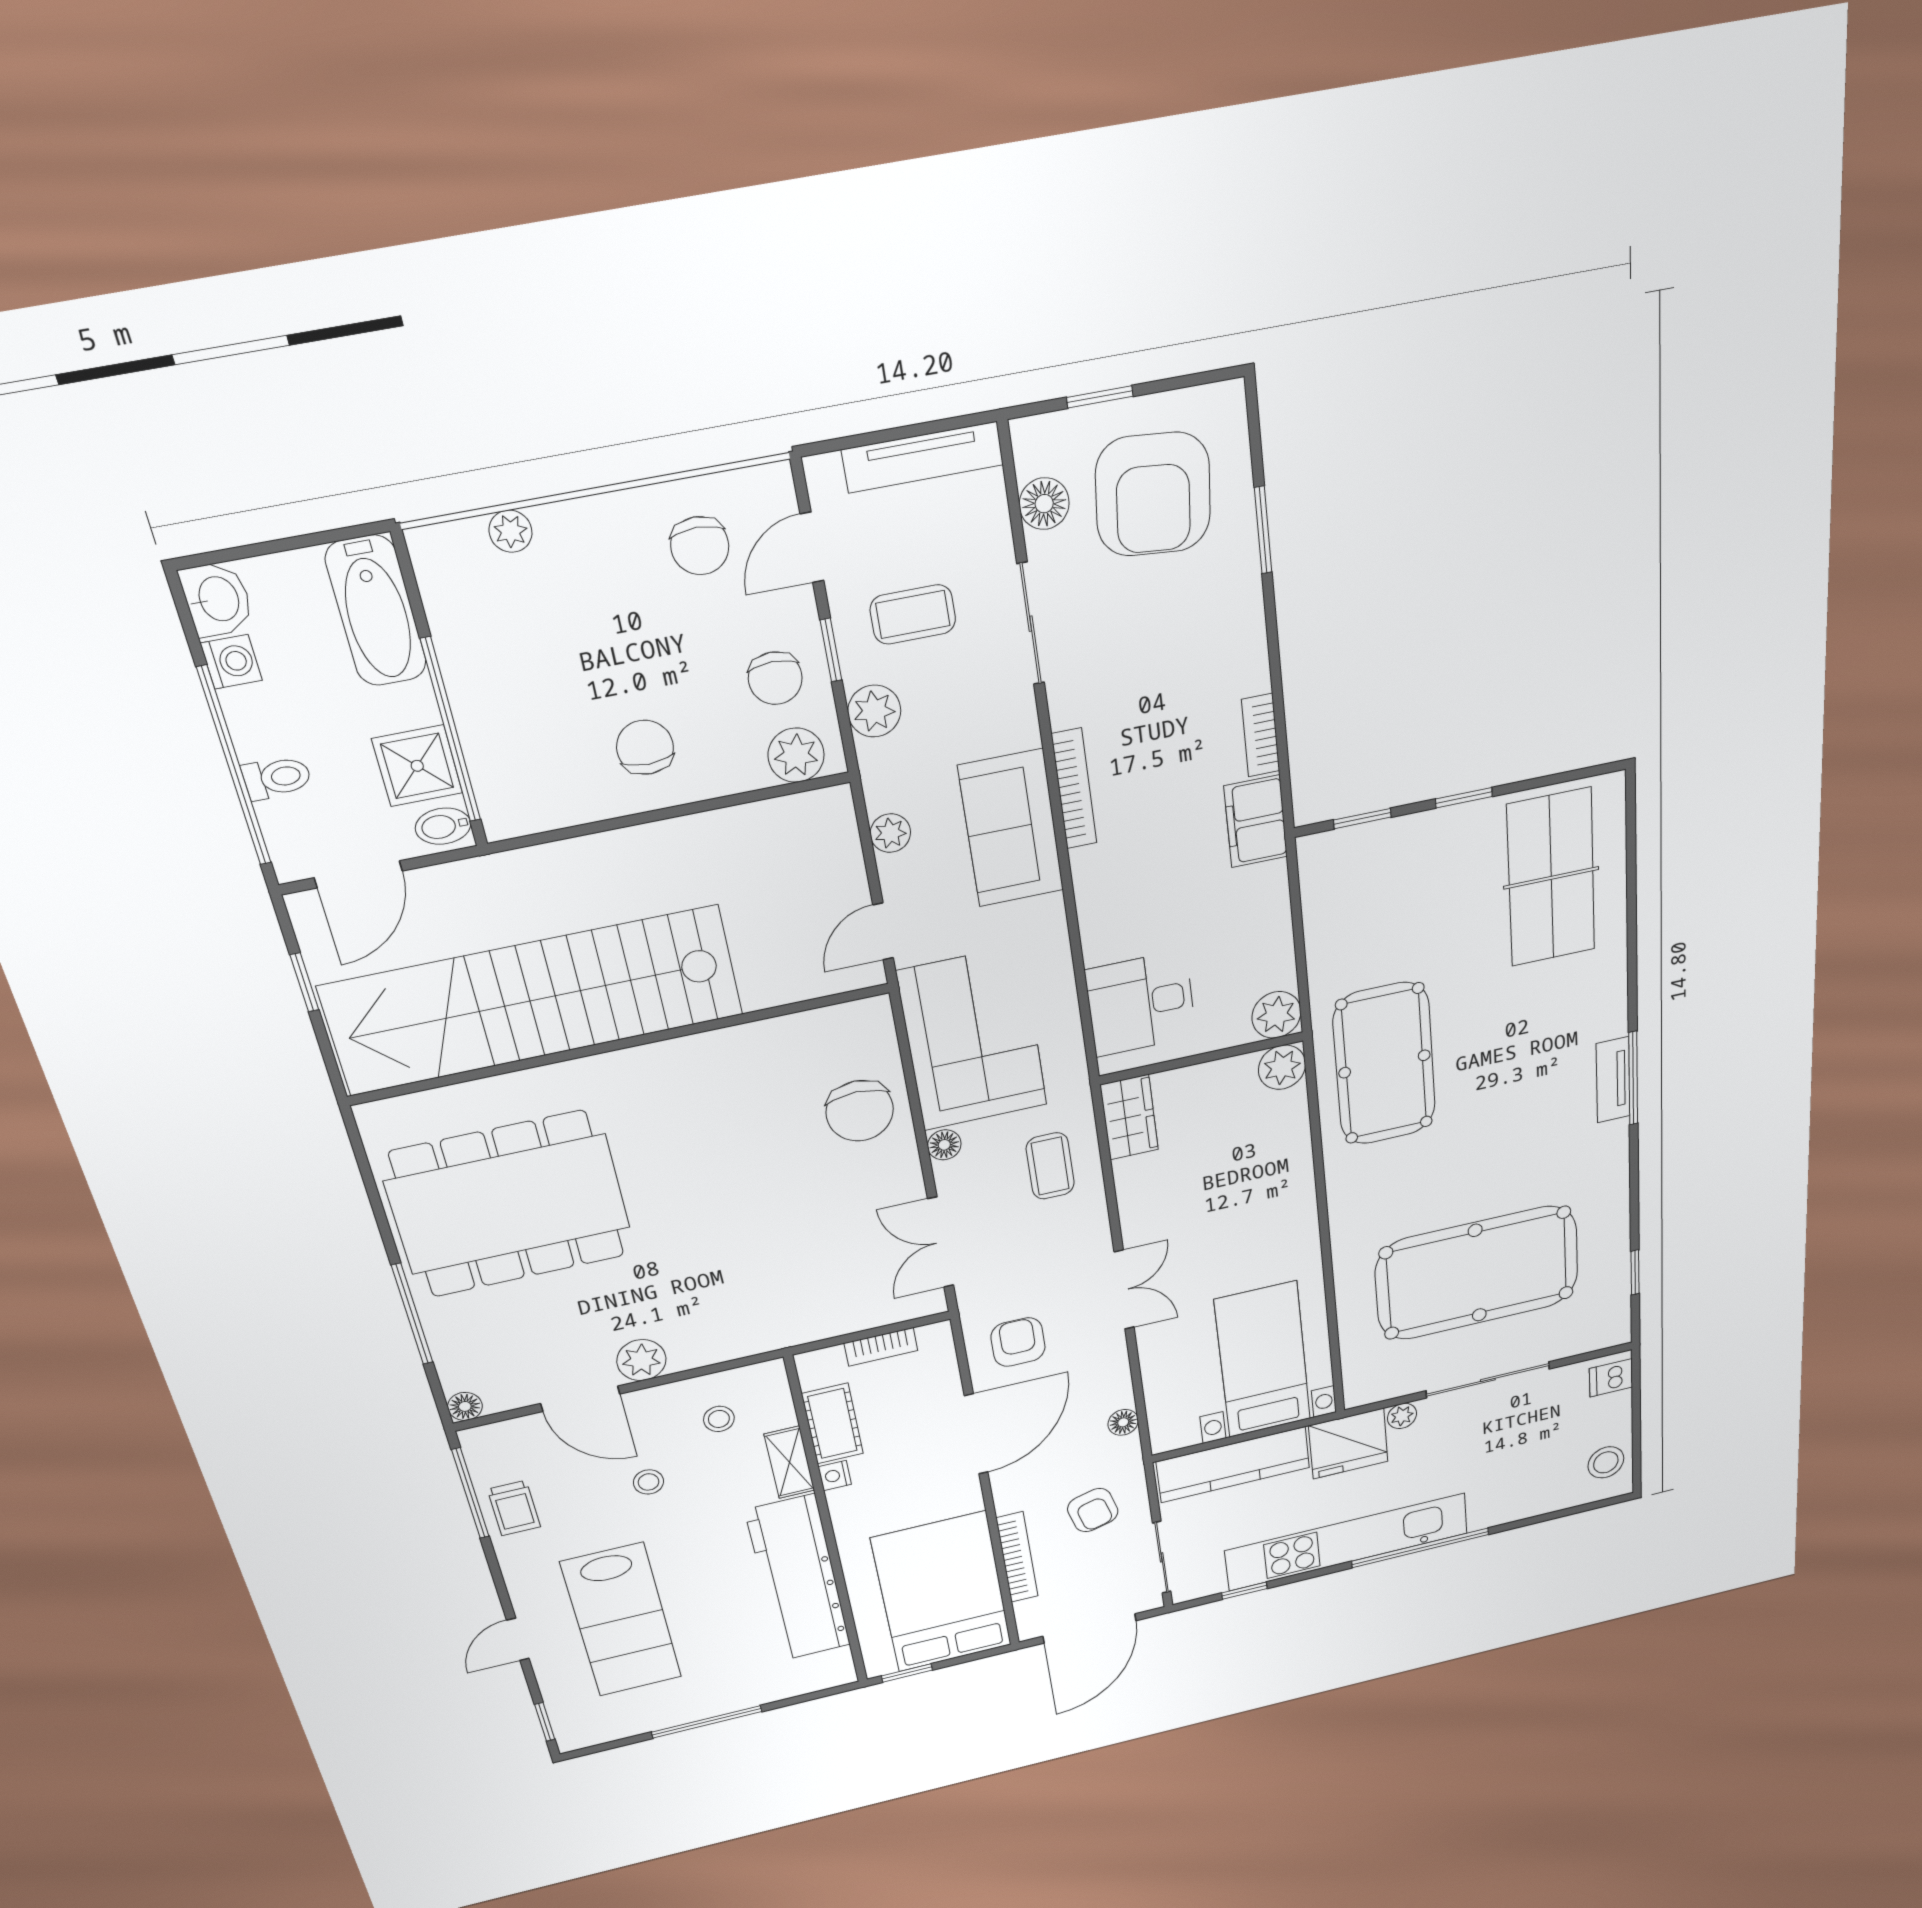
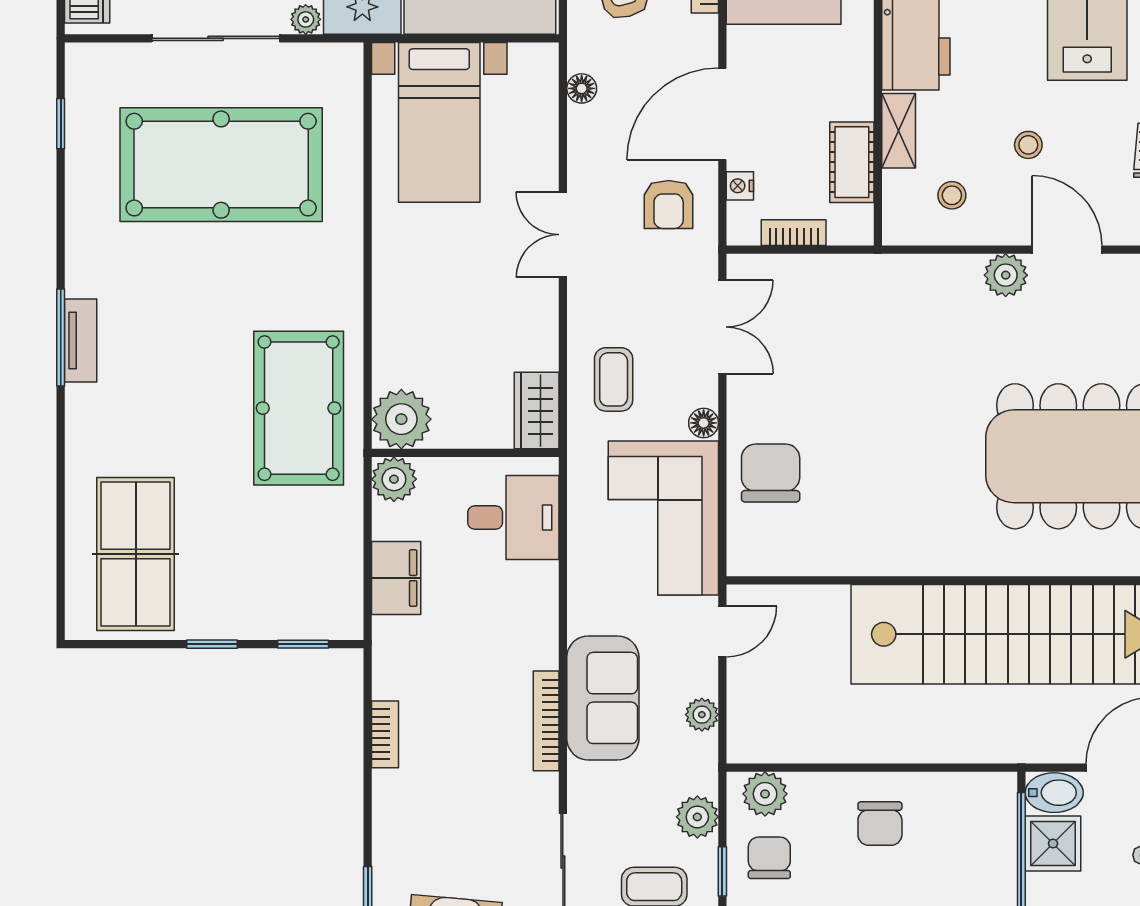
filing cabinet: (1256, 821) -> (396, 578), moved
bidet: (443, 826) -> (1054, 793), width x1.38, depth x1.36
plant: (1282, 1067) -> (401, 419), width x1.36, depth x1.36
nightstand: (835, 1476) -> (740, 186), moved, turned 180

